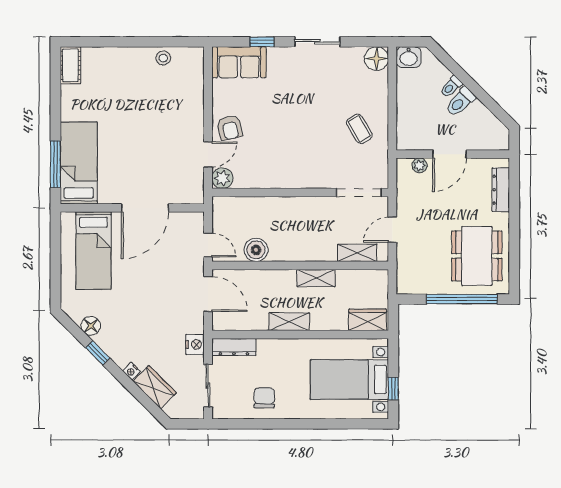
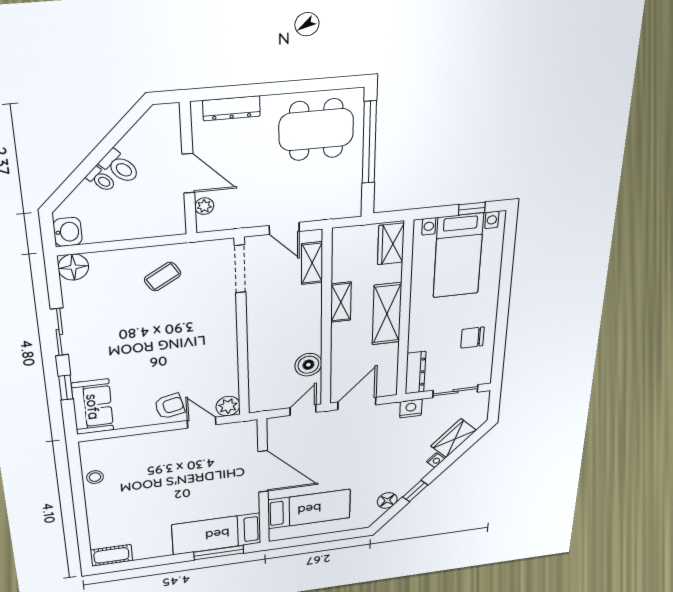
shelving: (289, 322) -> (387, 314), width x1.50, depth x1.33

